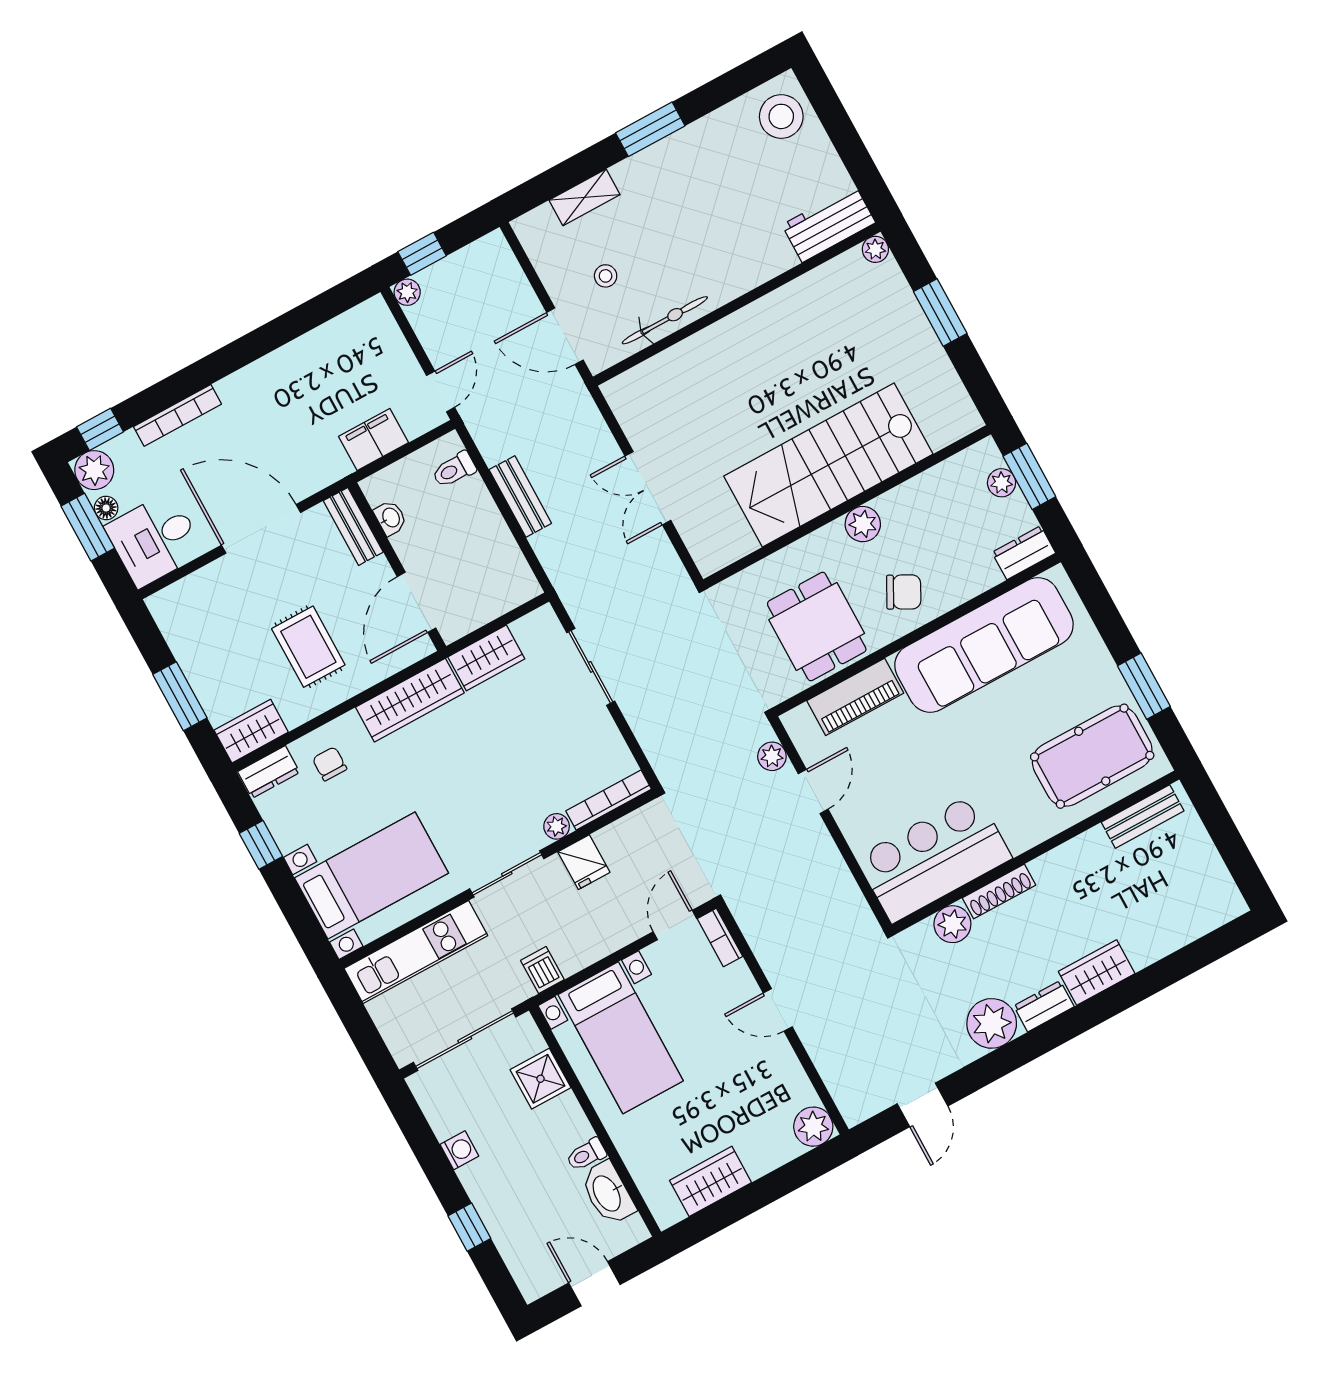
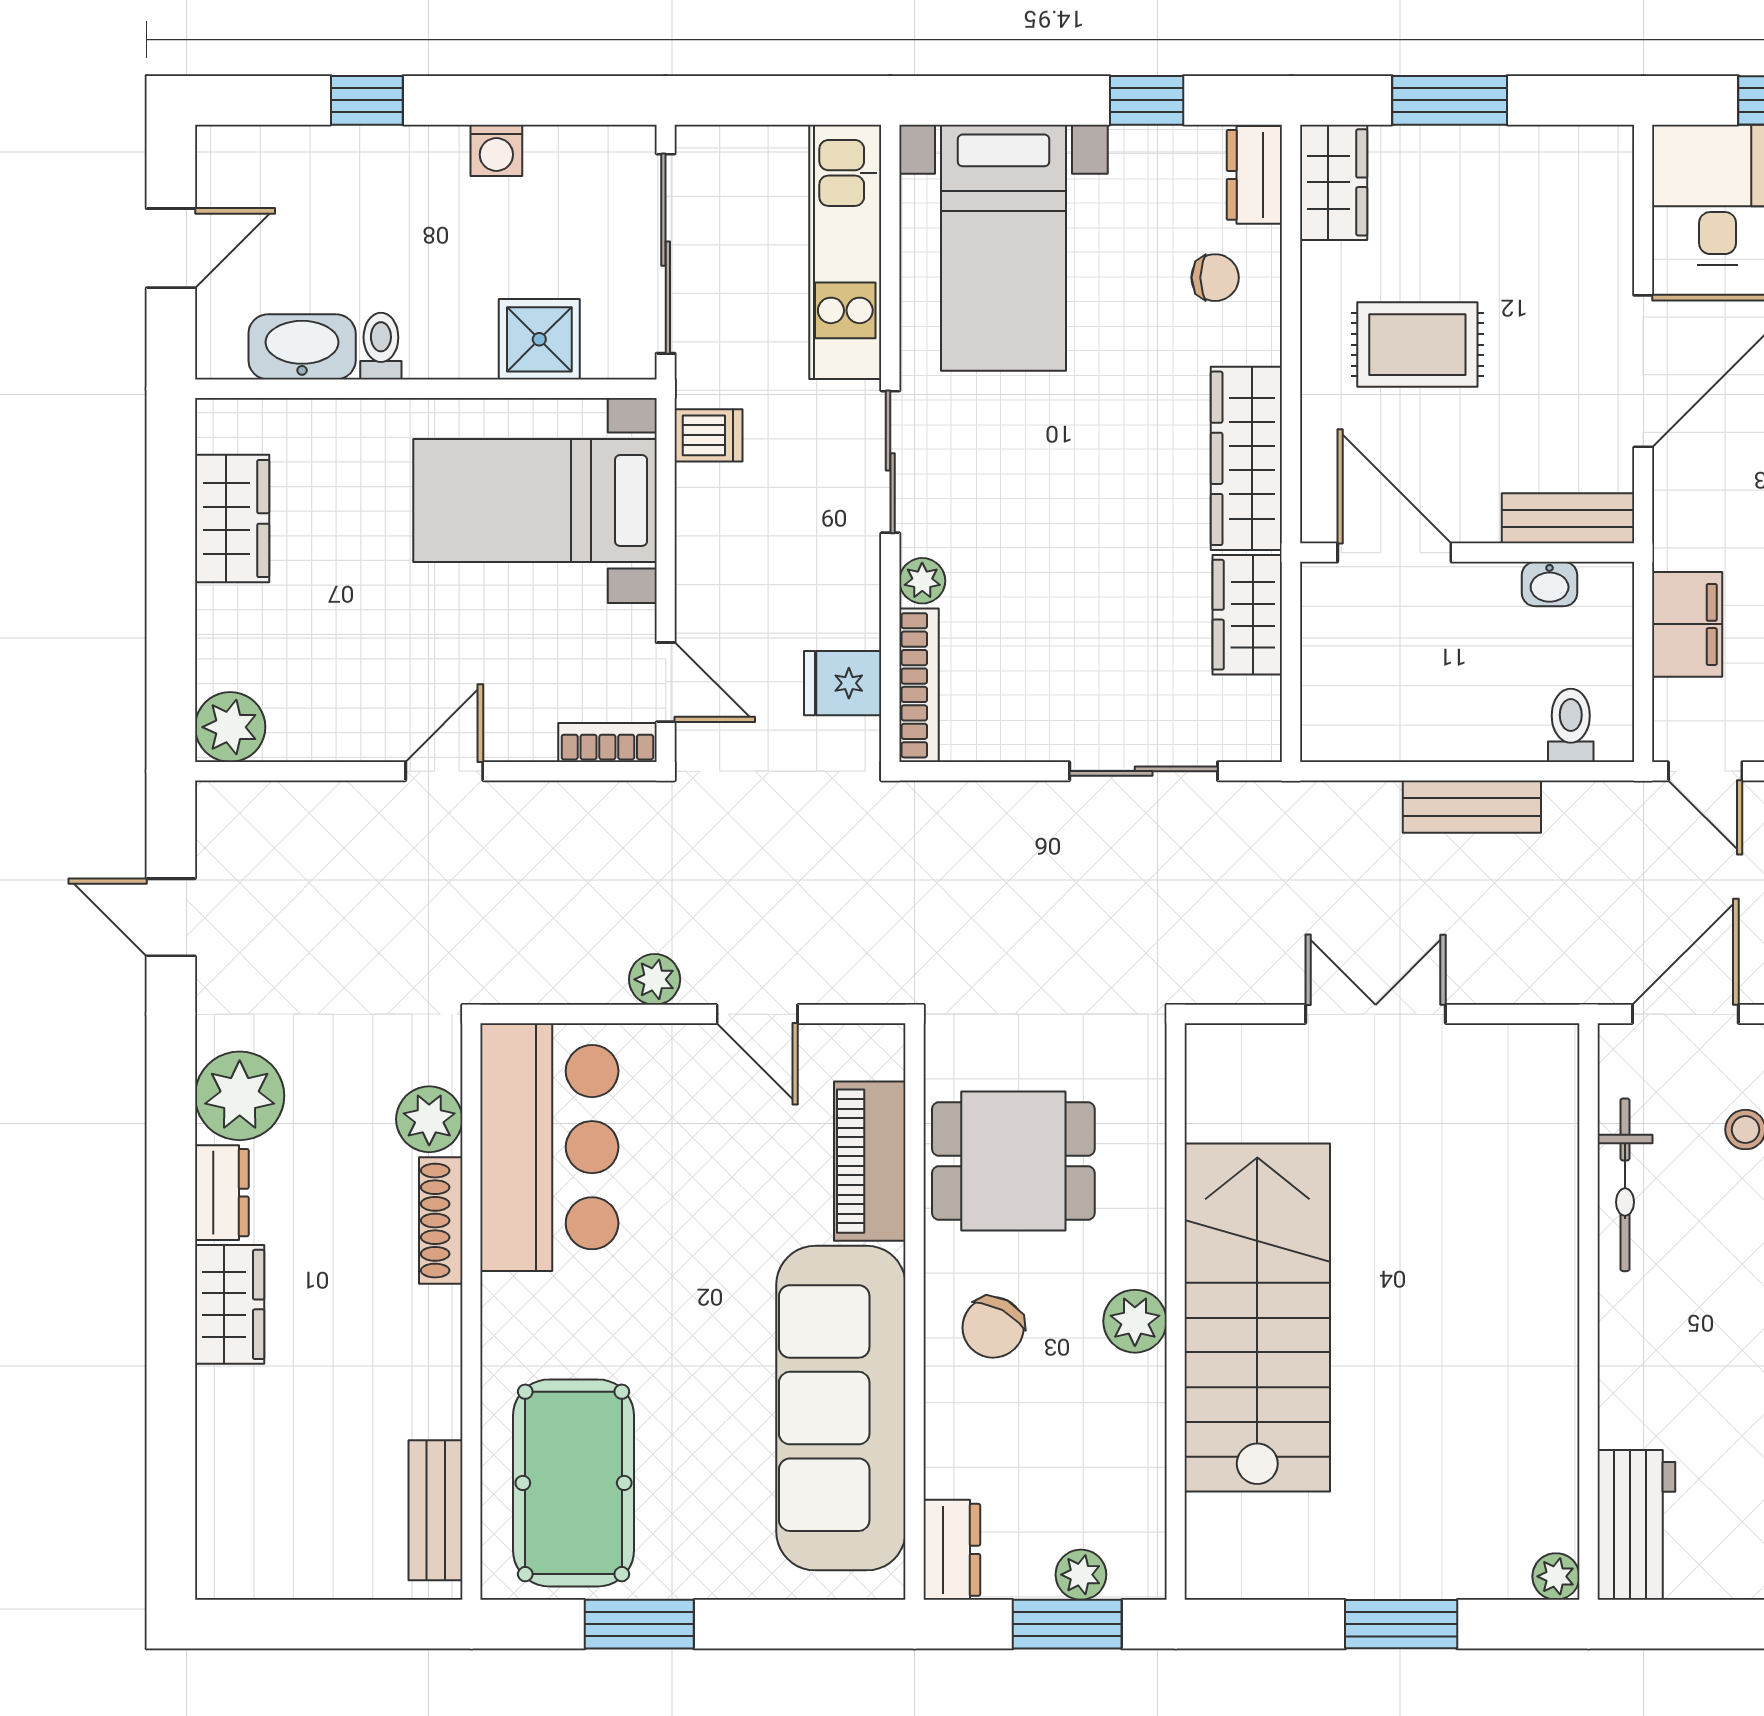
plant: (772, 756) -> (655, 979), moved
fridge: (584, 862) -> (843, 683), moved

